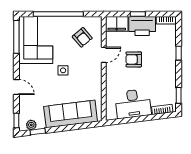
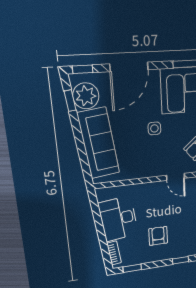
armchair: (134, 59) -> (158, 236), moved
door: (16, 87) -> (129, 67), width x1.88
plant: (31, 125) -> (86, 96), width x1.87, depth x1.87

